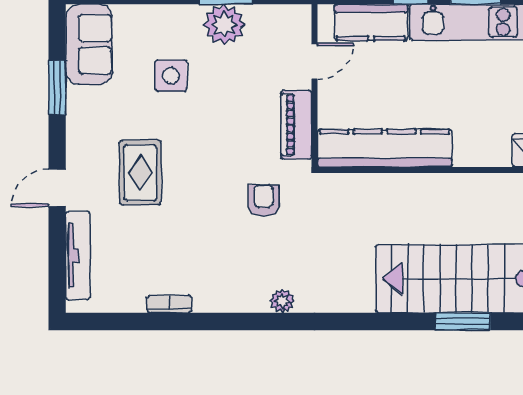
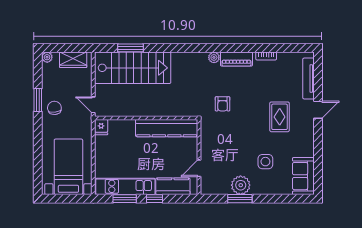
window: (57, 88) -> (318, 156), removed
piano: (296, 125) -> (236, 59), moved, turned 90

